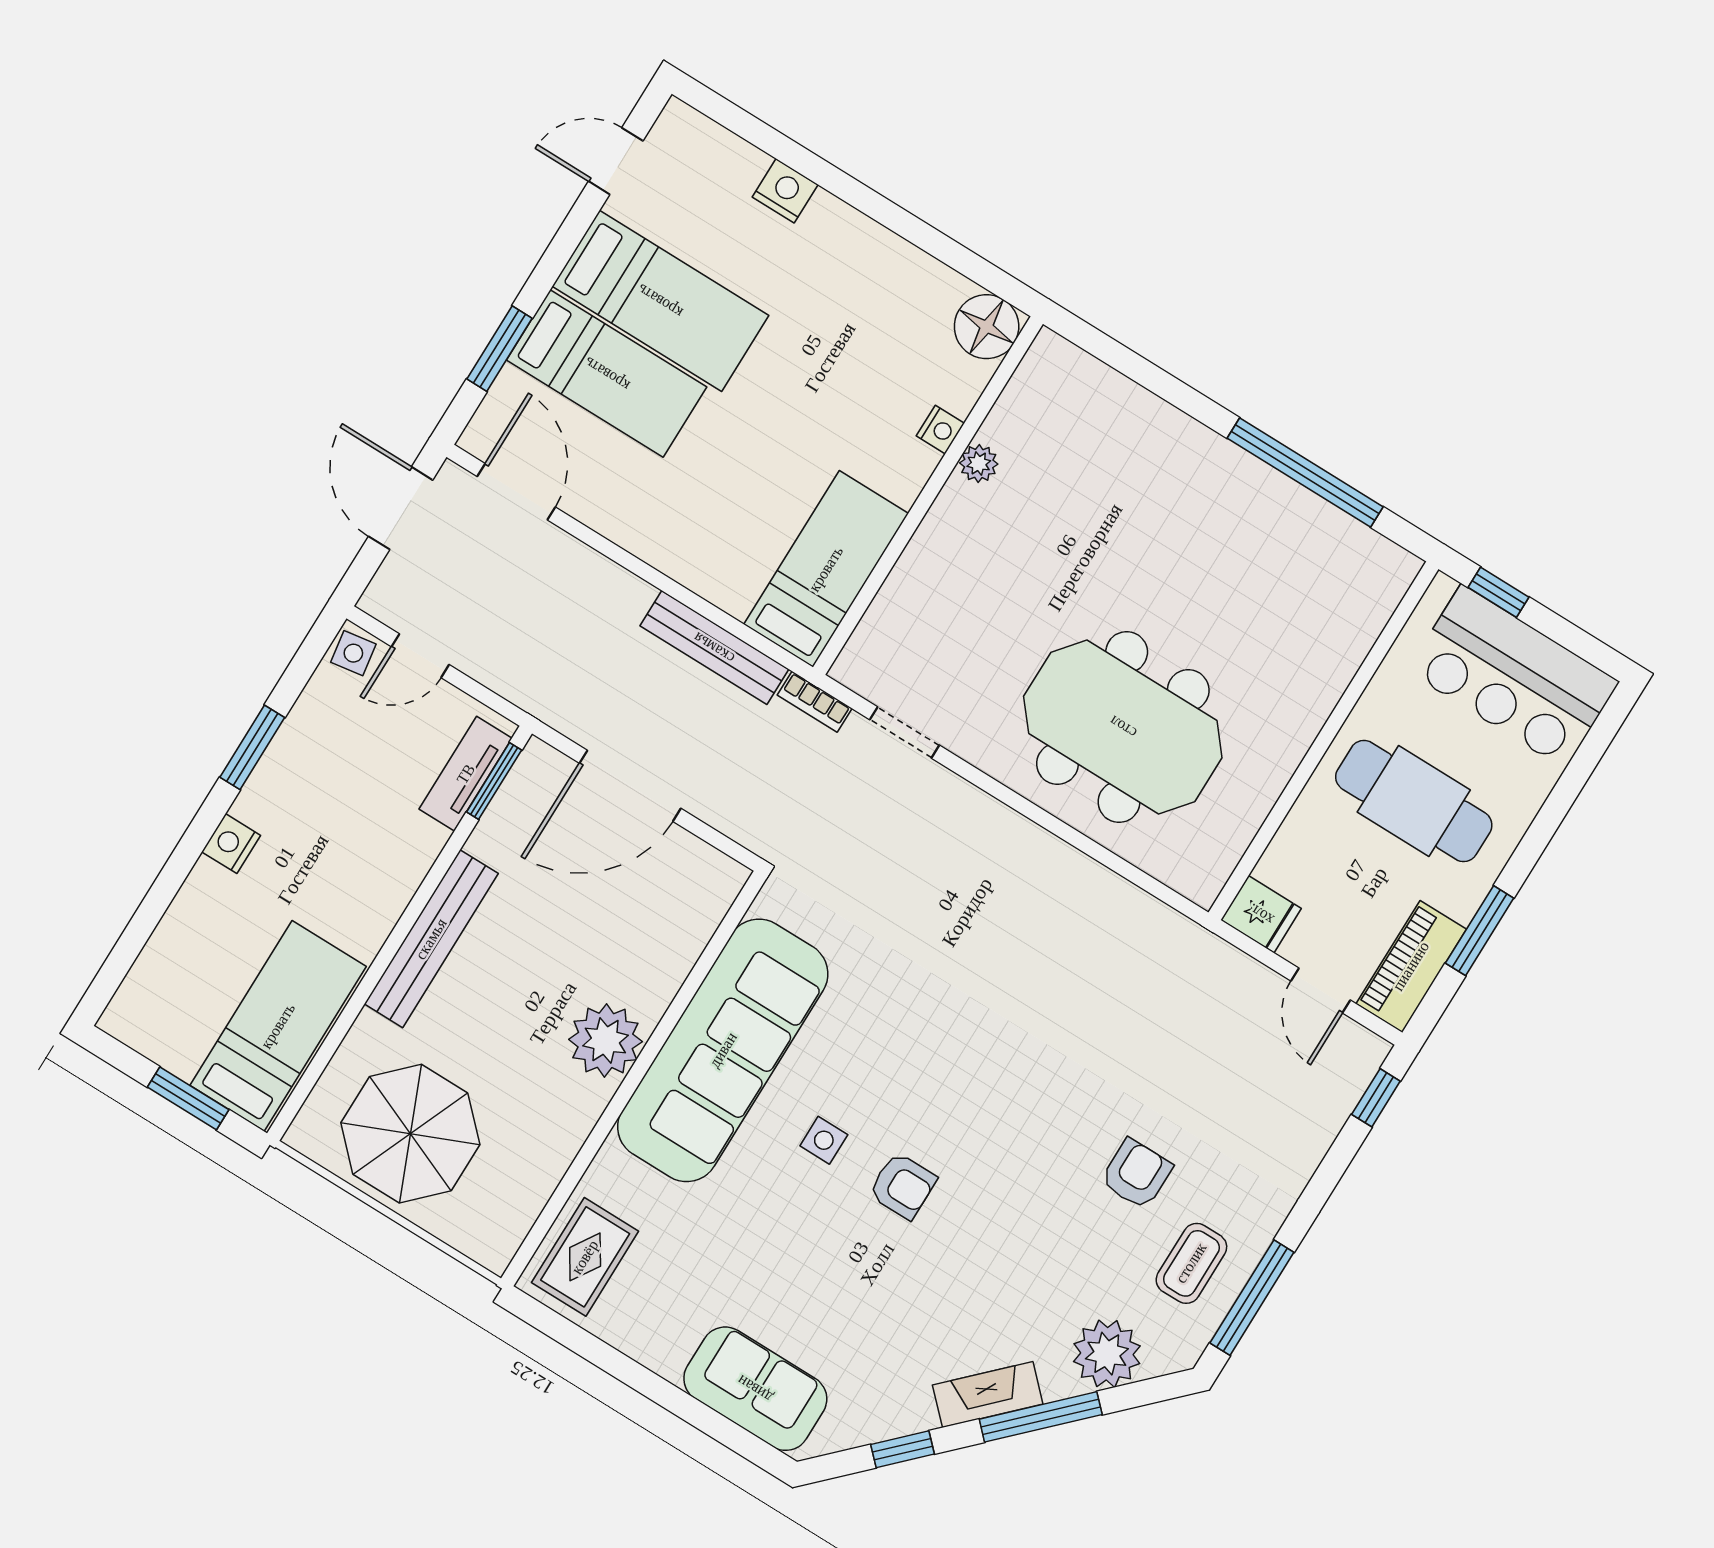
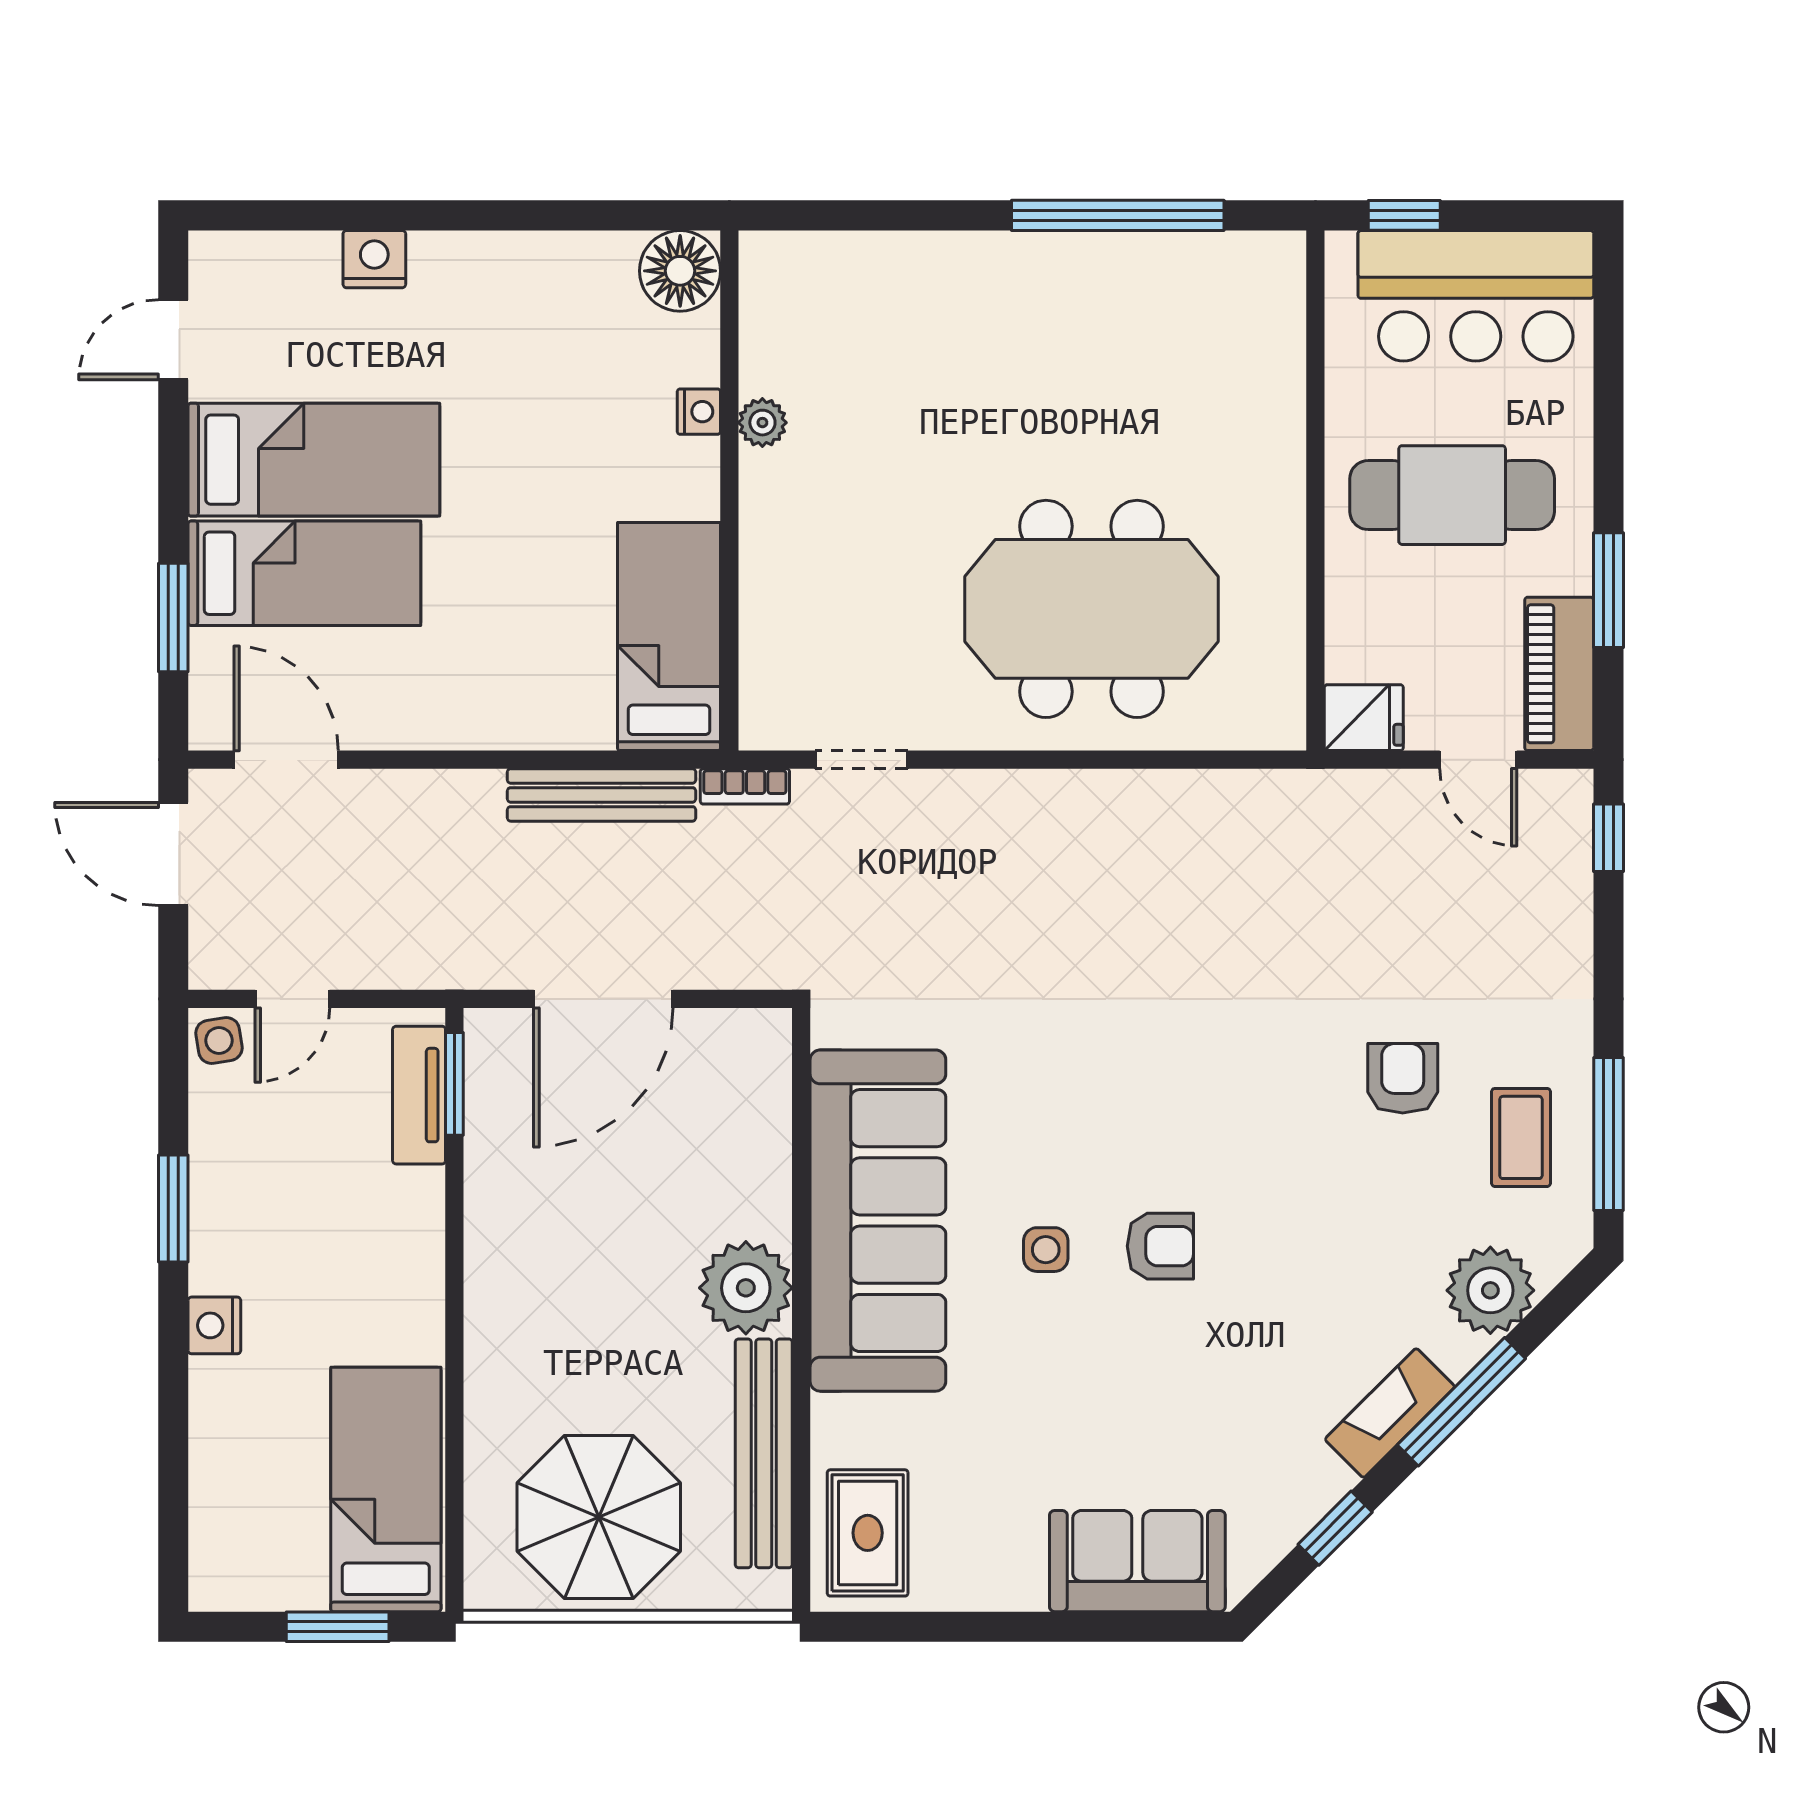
bench: (431, 939) -> (764, 1453), moved

